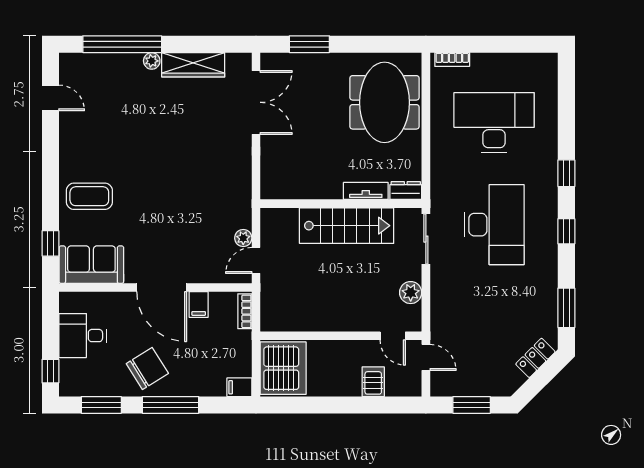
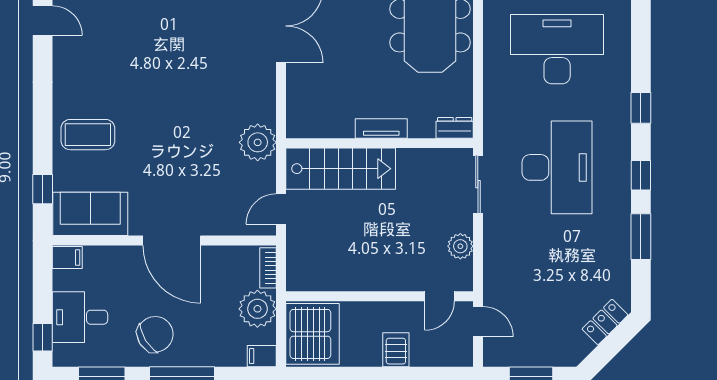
tv unit: (366, 191) -> (381, 128), moved
stairs: (347, 226) -> (341, 169), moved
plant: (243, 238) -> (258, 142), moved, width x1.87, depth x1.87
filing cabinet: (199, 305) -> (67, 257), moved, turned -90
window: (566, 308) -> (641, 237), moved
desk: (83, 336) -> (80, 317), moved
door: (393, 336) -> (440, 296), hinge flipped
plant: (236, 347) -> (257, 309), added
server rack: (373, 382) -> (396, 350), moved

